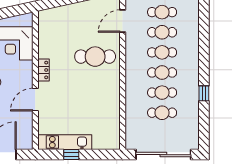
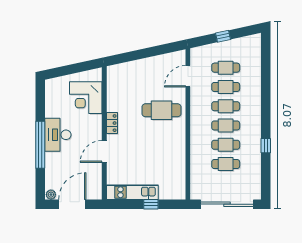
window: (71, 155) -> (151, 204), moved

